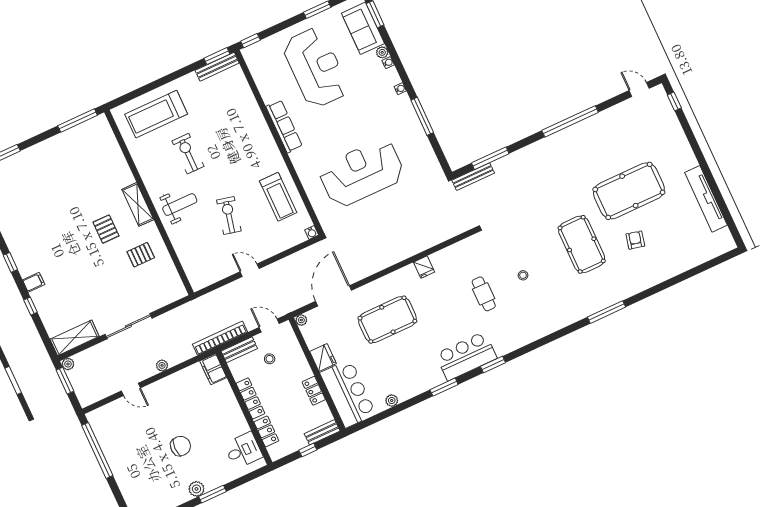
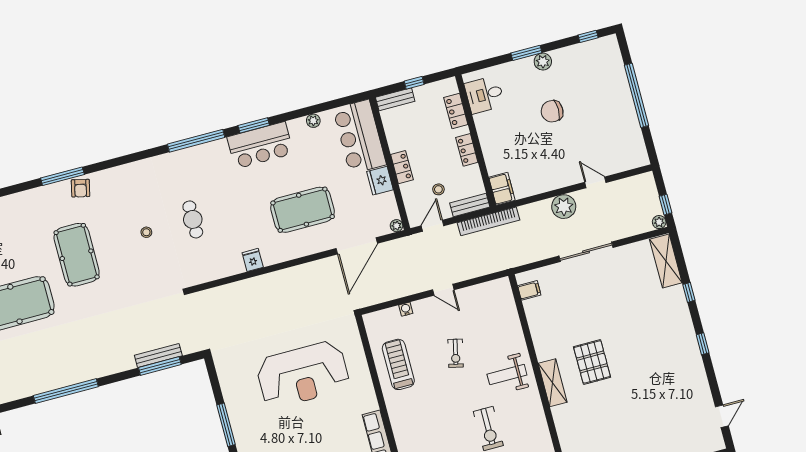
bench: (473, 177) -> (158, 356), moved
exercise bike: (229, 216) -> (456, 353), width x0.73, depth x0.72
pallet: (106, 229) -> (592, 362), width x1.50, depth x1.42
water cooler: (312, 233) -> (406, 309), moved
armchair: (635, 240) -> (81, 188), moved
pallet: (141, 255) -> (559, 327), removed
filing cabinet: (34, 282) -> (529, 290), moved, turned 180
door: (269, 326) -> (433, 226), swing flipped
shelving: (75, 338) -> (666, 261), moved, turned 90
bar counter: (466, 356) -> (260, 145), moved
window: (493, 364) -> (196, 141), width x2.11
plant: (162, 365) -> (564, 207), width x1.87, depth x1.87
window: (65, 381) -> (666, 205), width x0.67
locker: (314, 391) -> (402, 167), moved
locker: (250, 398) -> (467, 150), width x0.66
window: (97, 450) -> (636, 95), moved

